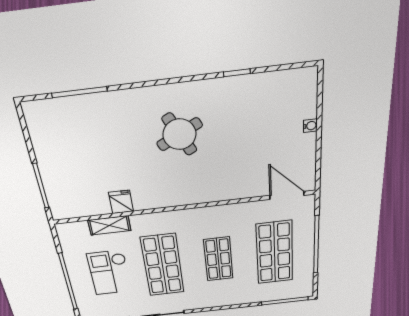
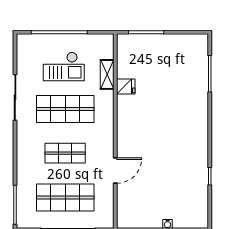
round table: (179, 134) -> (173, 135), removed
door: (287, 195) -> (115, 171), moved
checkout: (109, 273) -> (64, 66), turned 180

